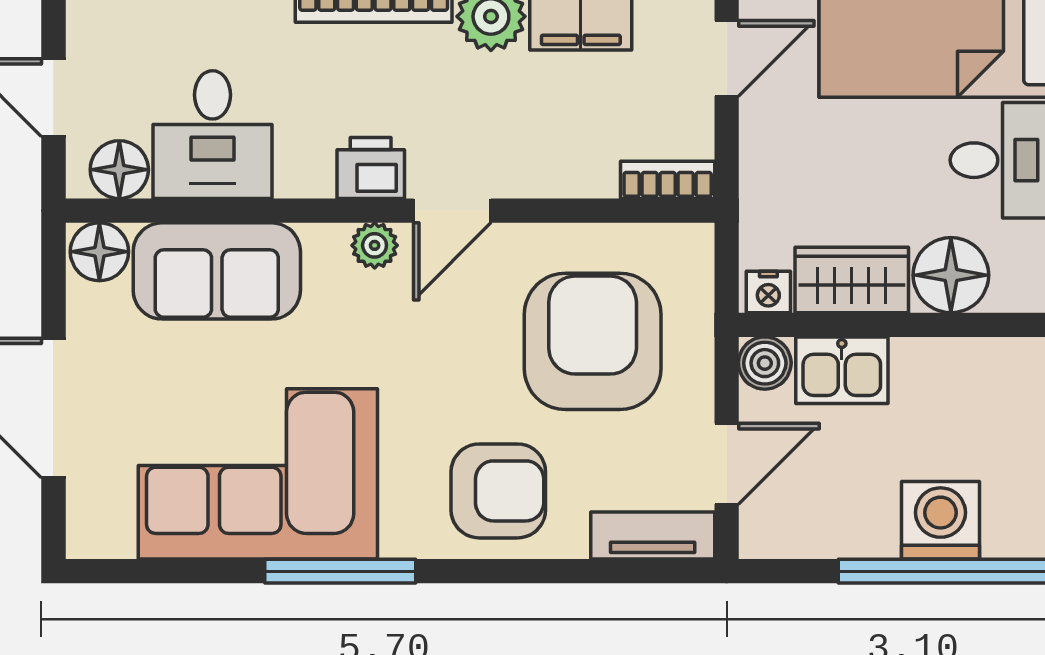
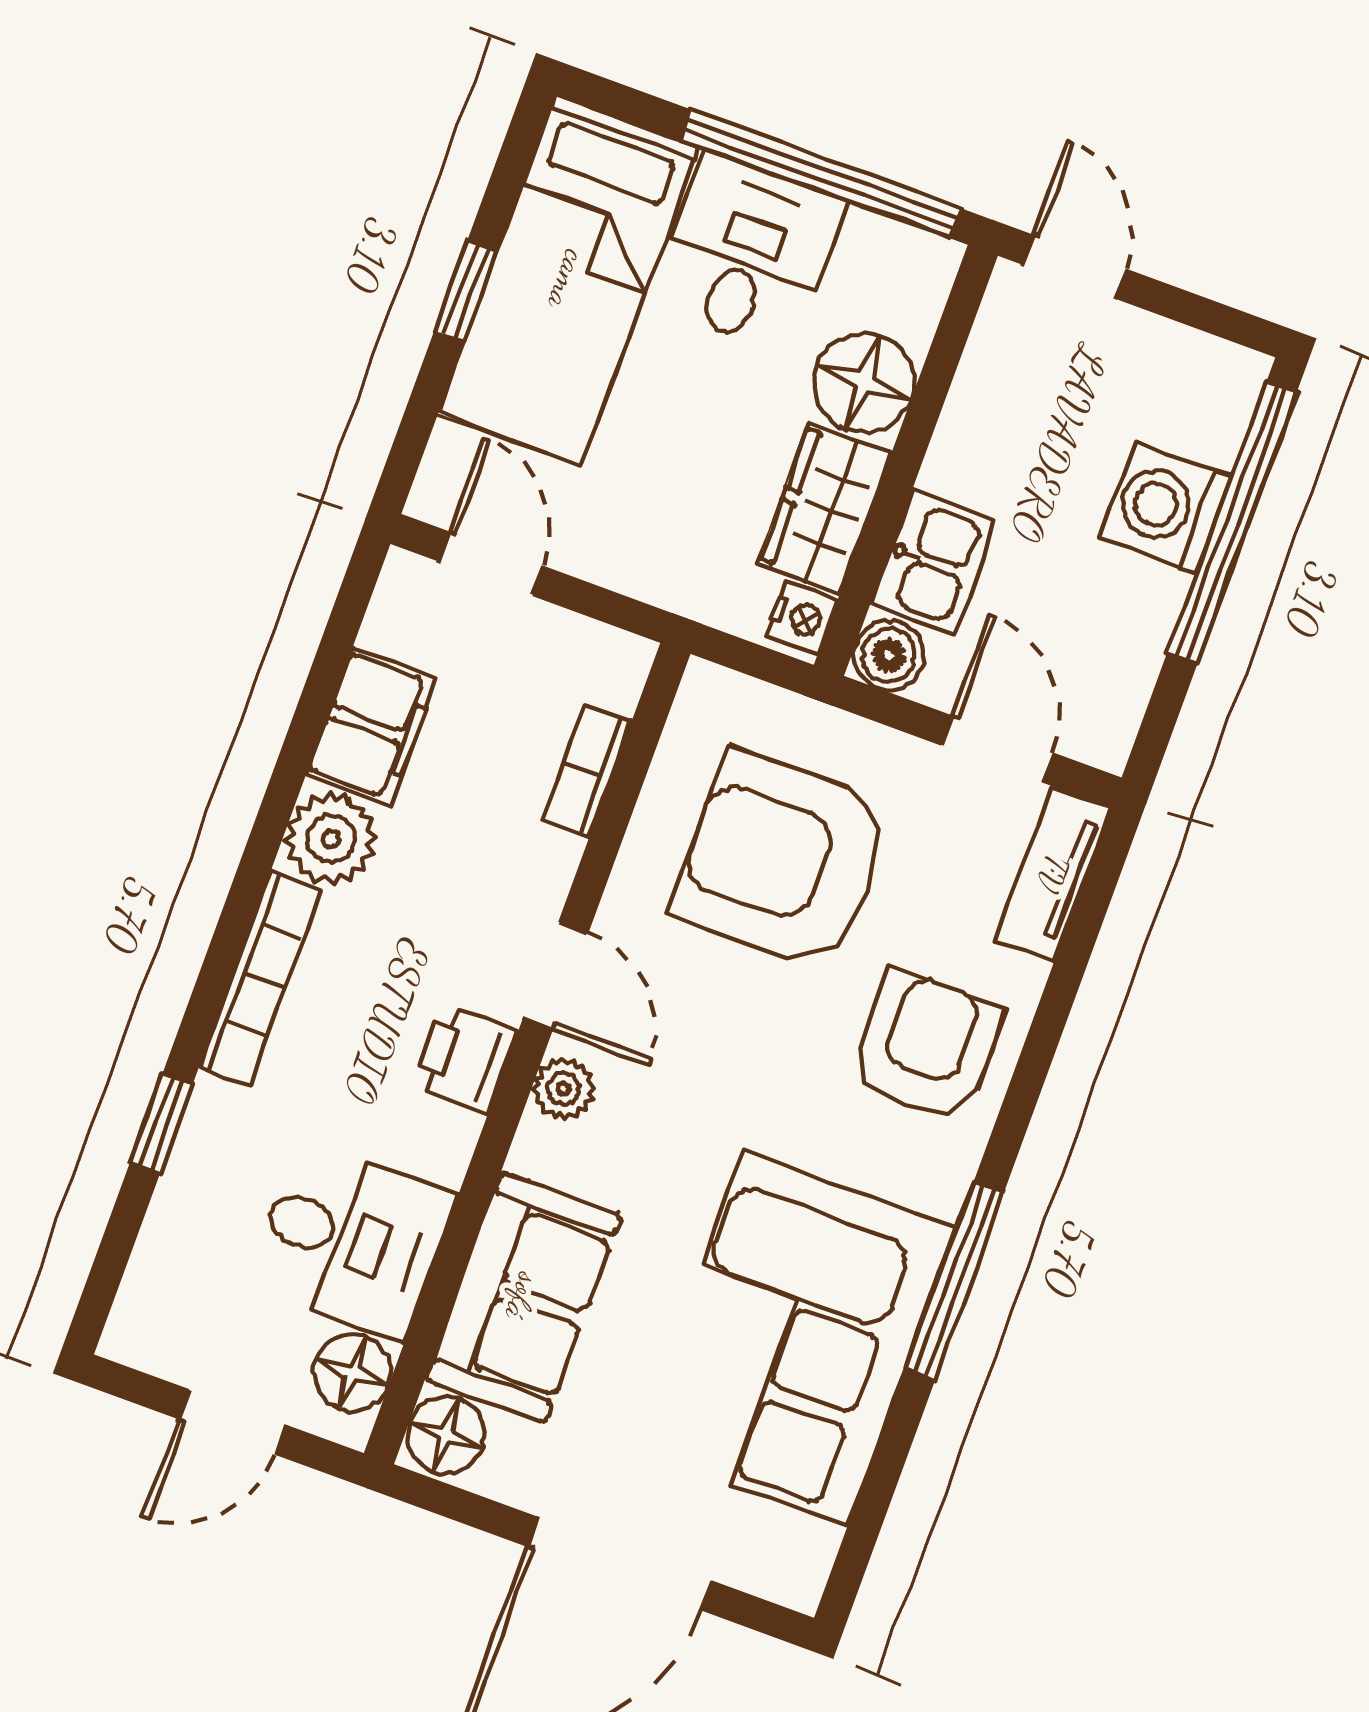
bookcase: (668, 180) -> (587, 771), moved

